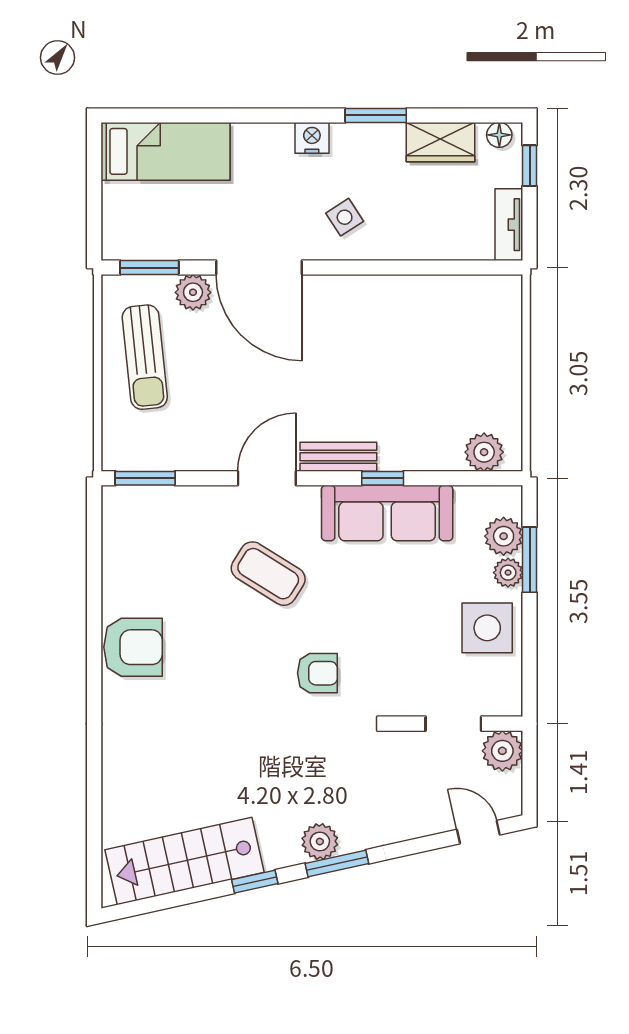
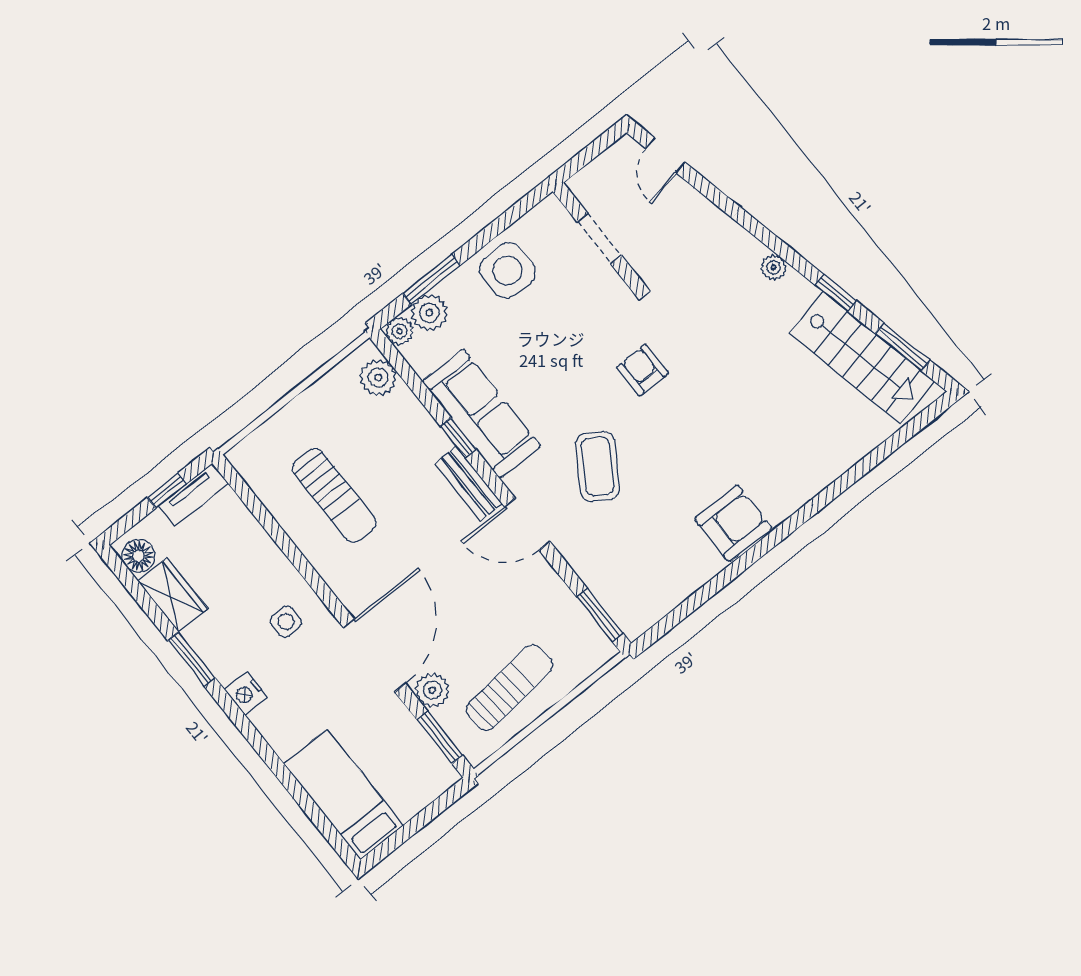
floor lamp: (499, 135) -> (139, 556), width x1.37, depth x1.37
window: (530, 166) -> (167, 491), moved
side table: (345, 217) -> (286, 622), turned 33
sun lounger: (416, 339) -> (334, 495), added
plant: (508, 573) -> (399, 331), moved
armchair: (133, 647) -> (733, 523), turned 90
plant: (502, 751) -> (590, 186), removed
plant: (320, 842) -> (773, 267), width x0.73, depth x0.73
window: (337, 863) -> (903, 347), moved

